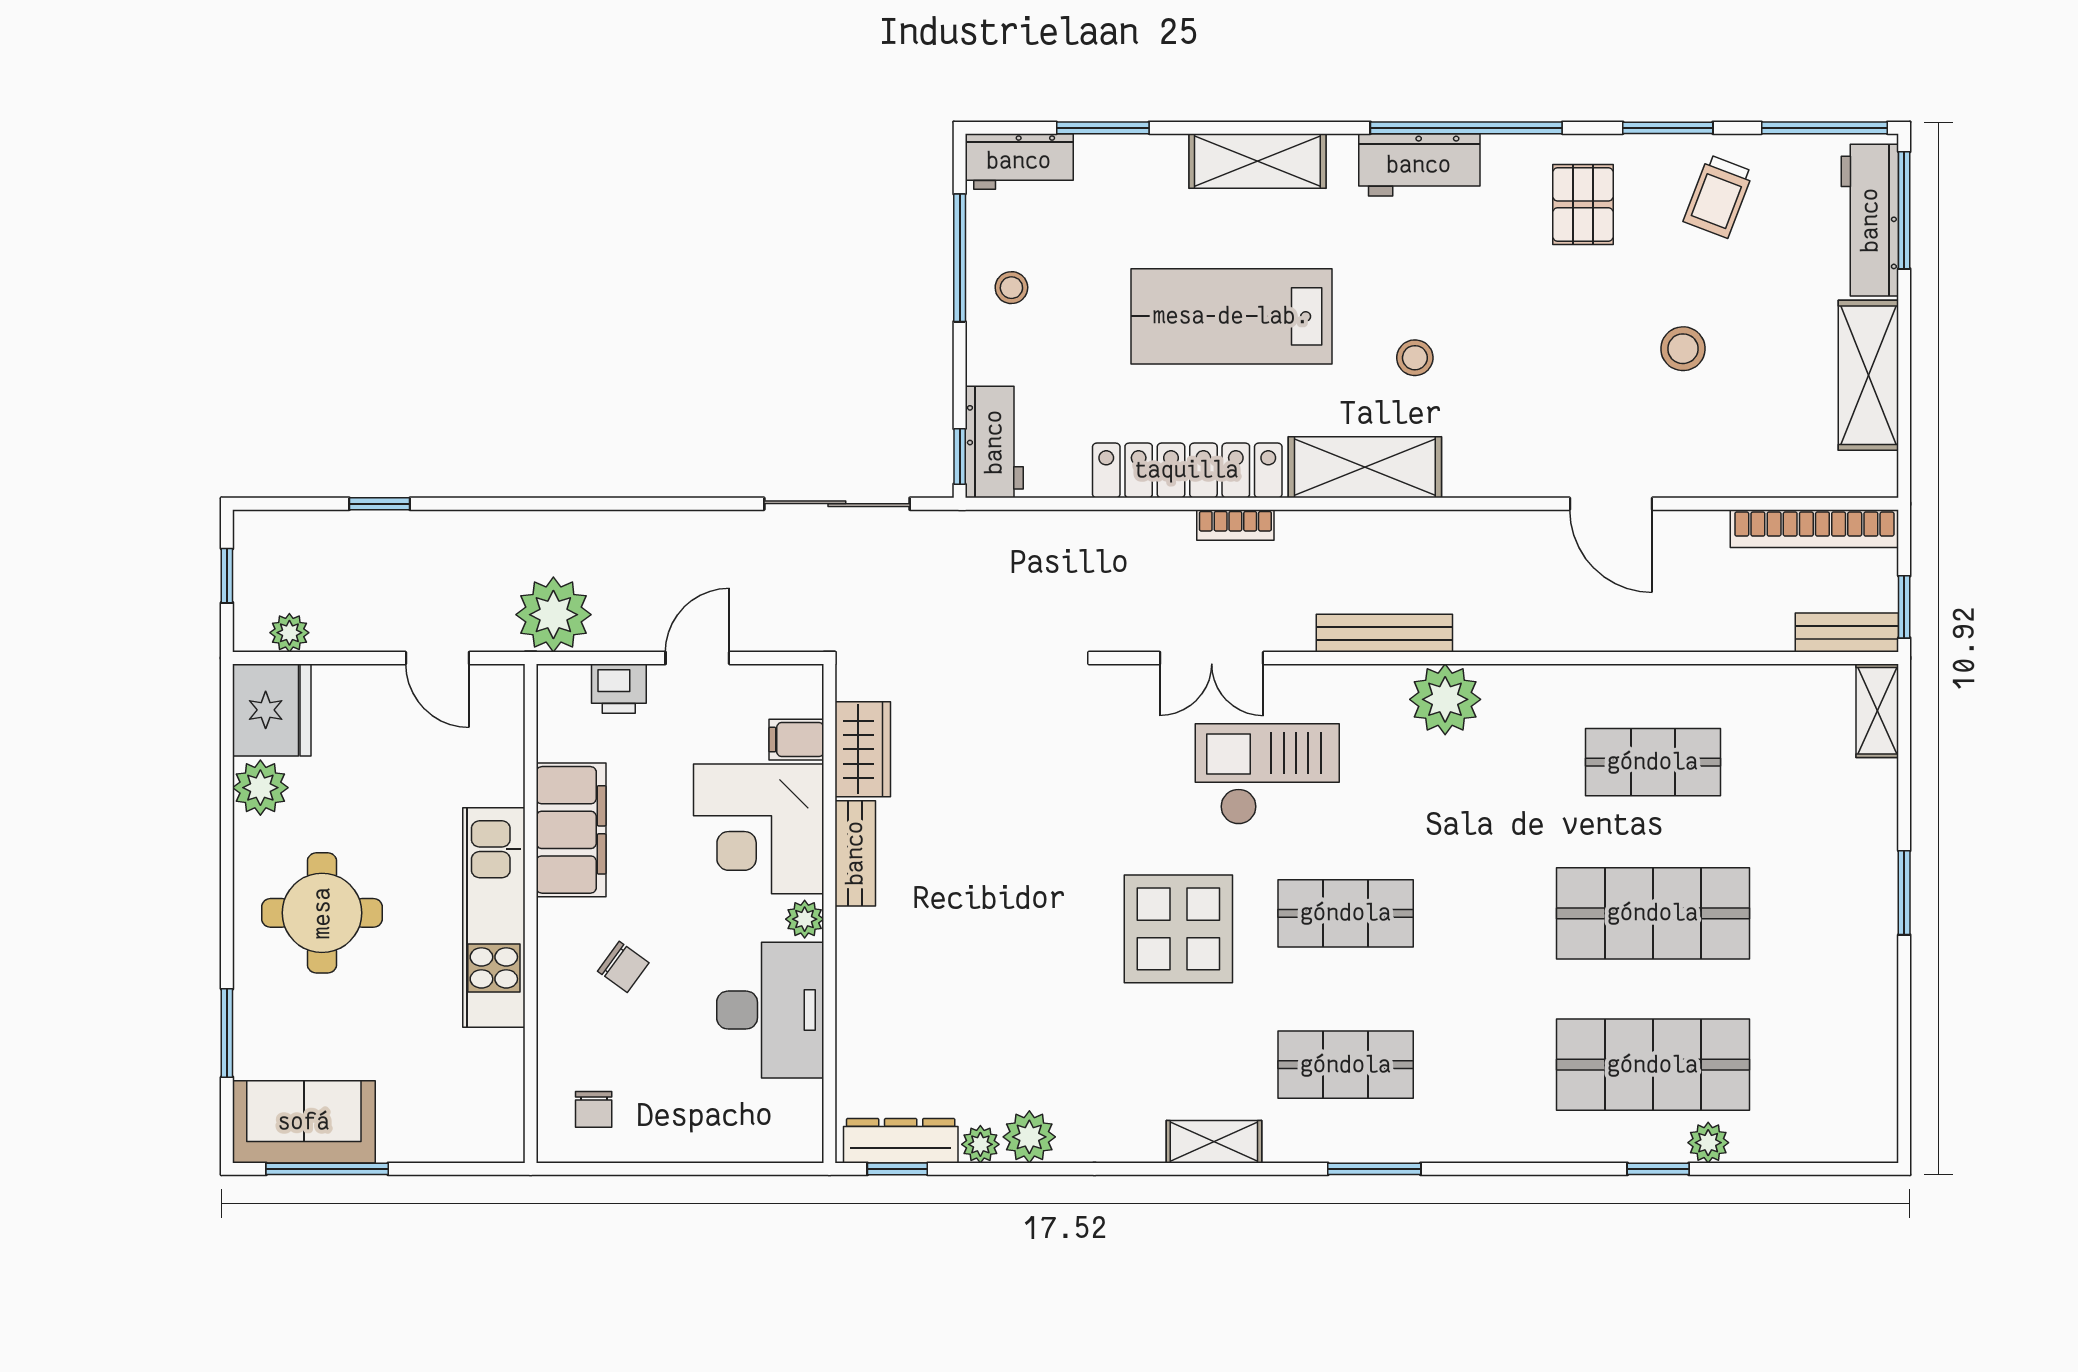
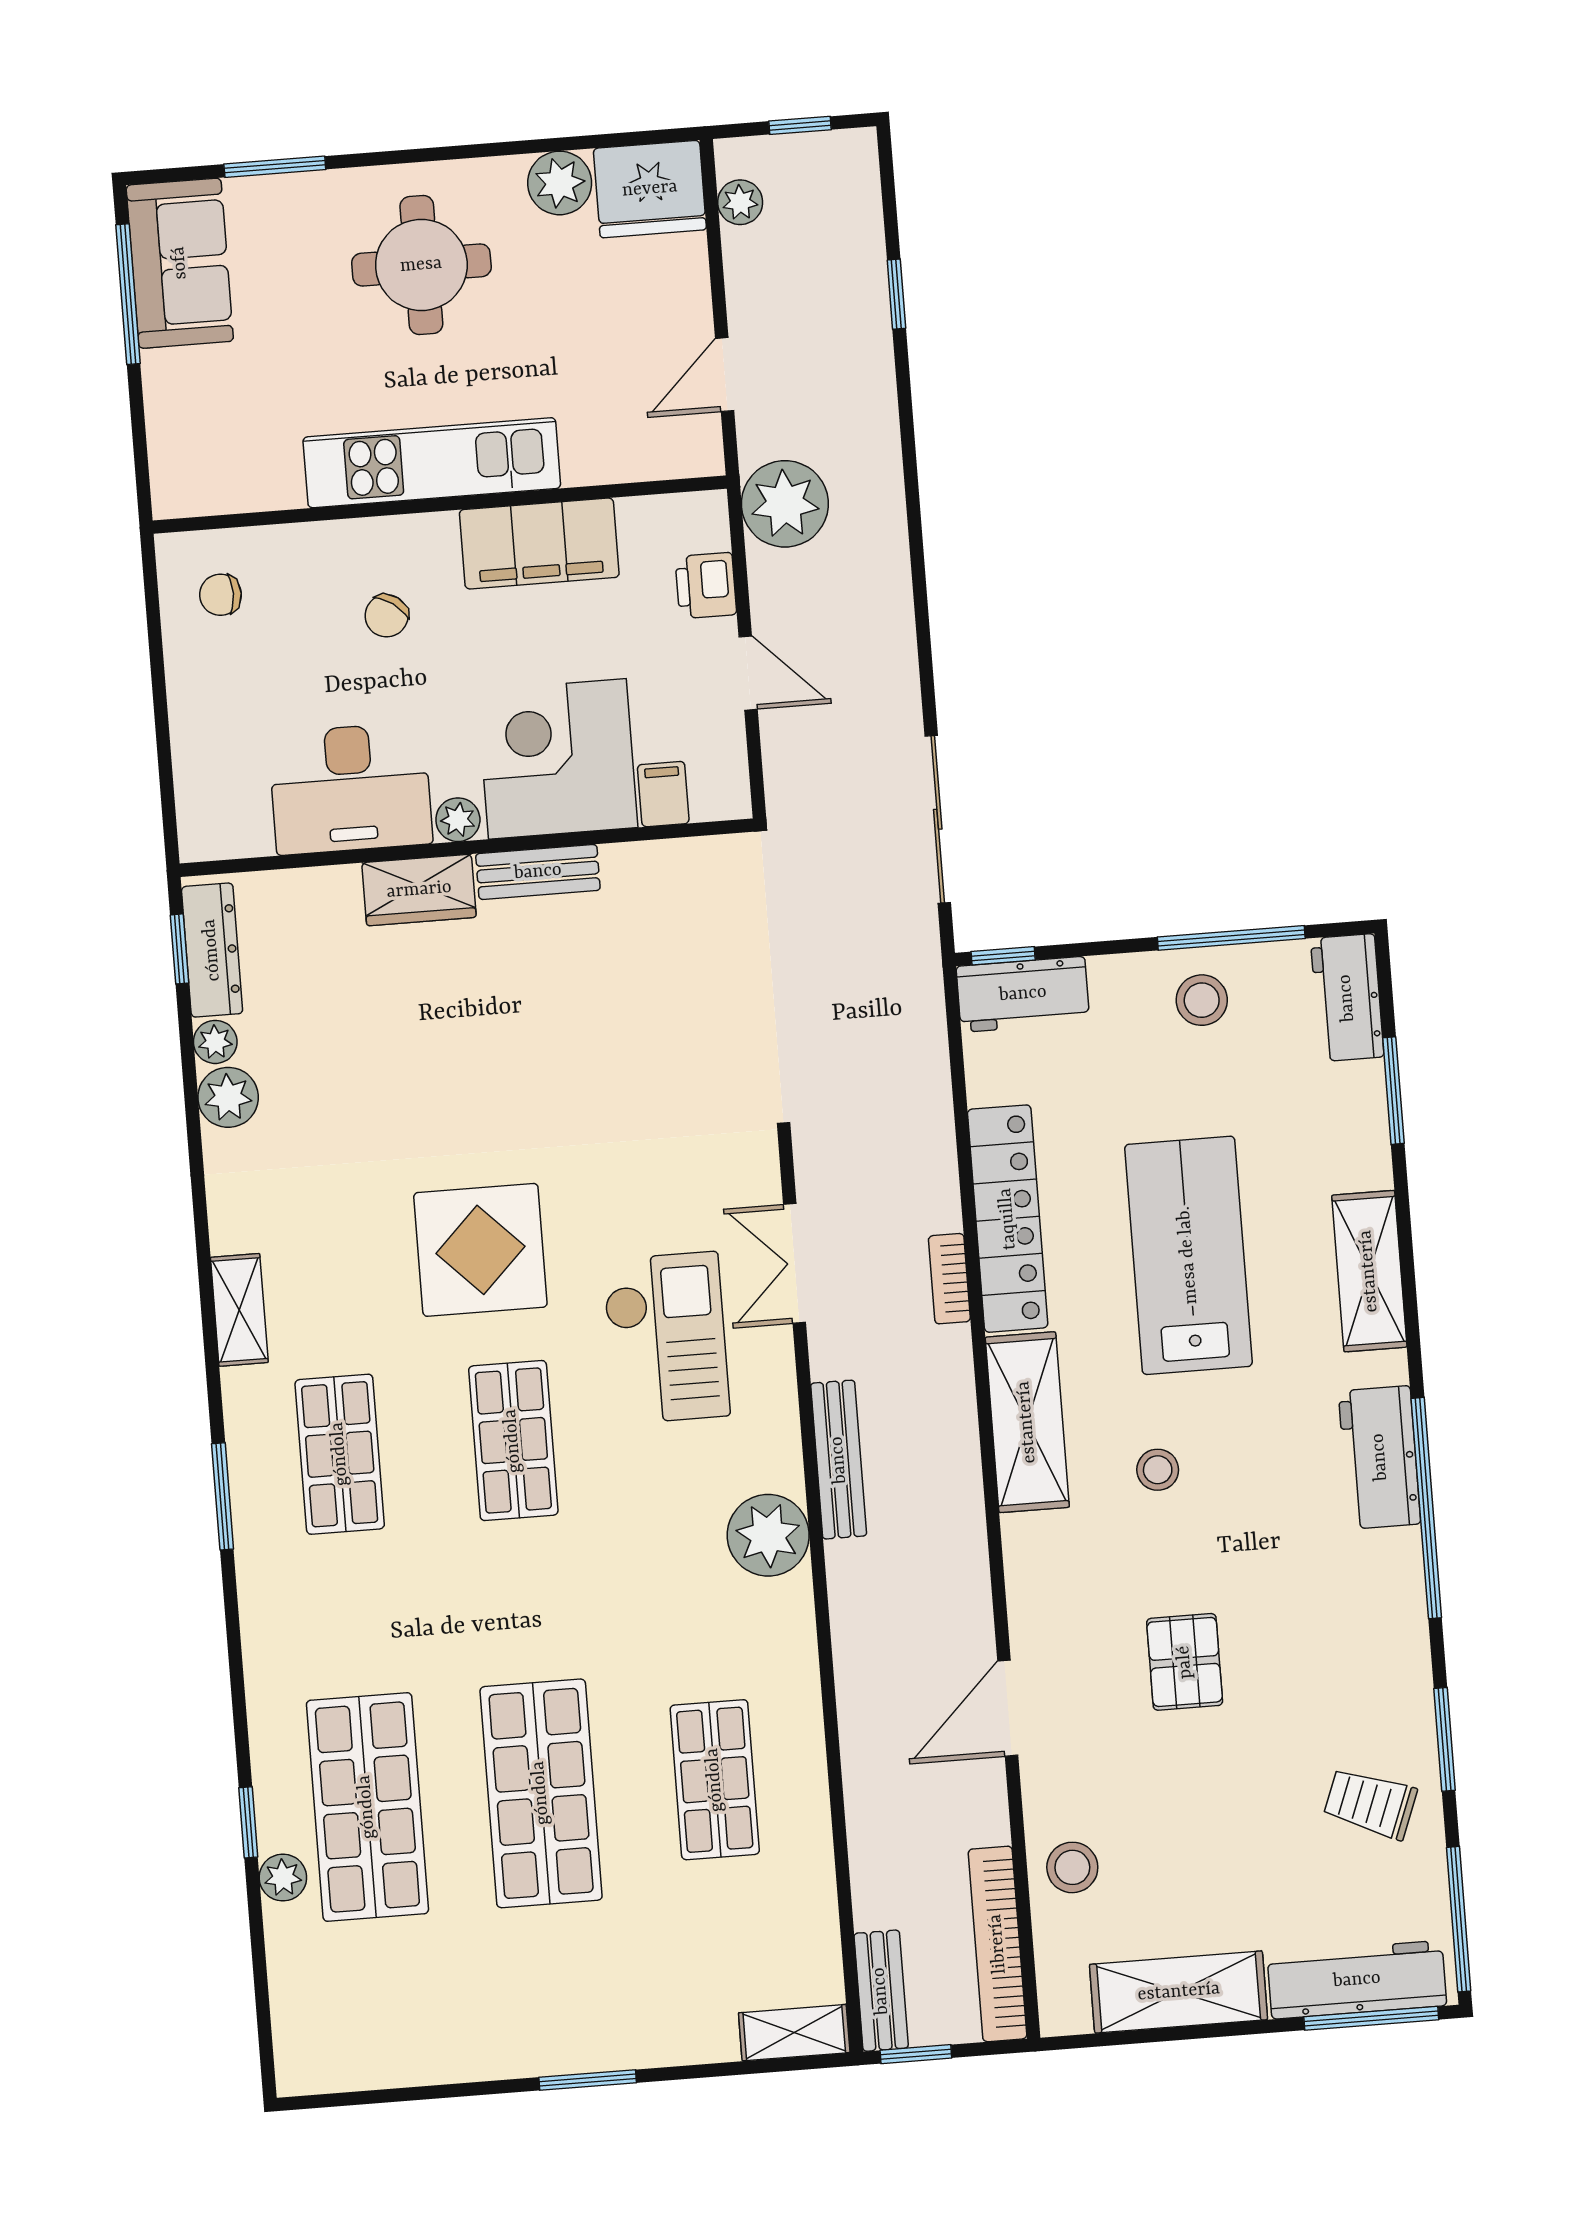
pallet: (1583, 204) -> (1185, 1662), moved, turned 90
stool: (1011, 288) -> (1202, 1000), width x1.37, depth x1.37
stool: (1683, 349) -> (1072, 1867), moved
wardrobe: (863, 749) -> (419, 890), moved

